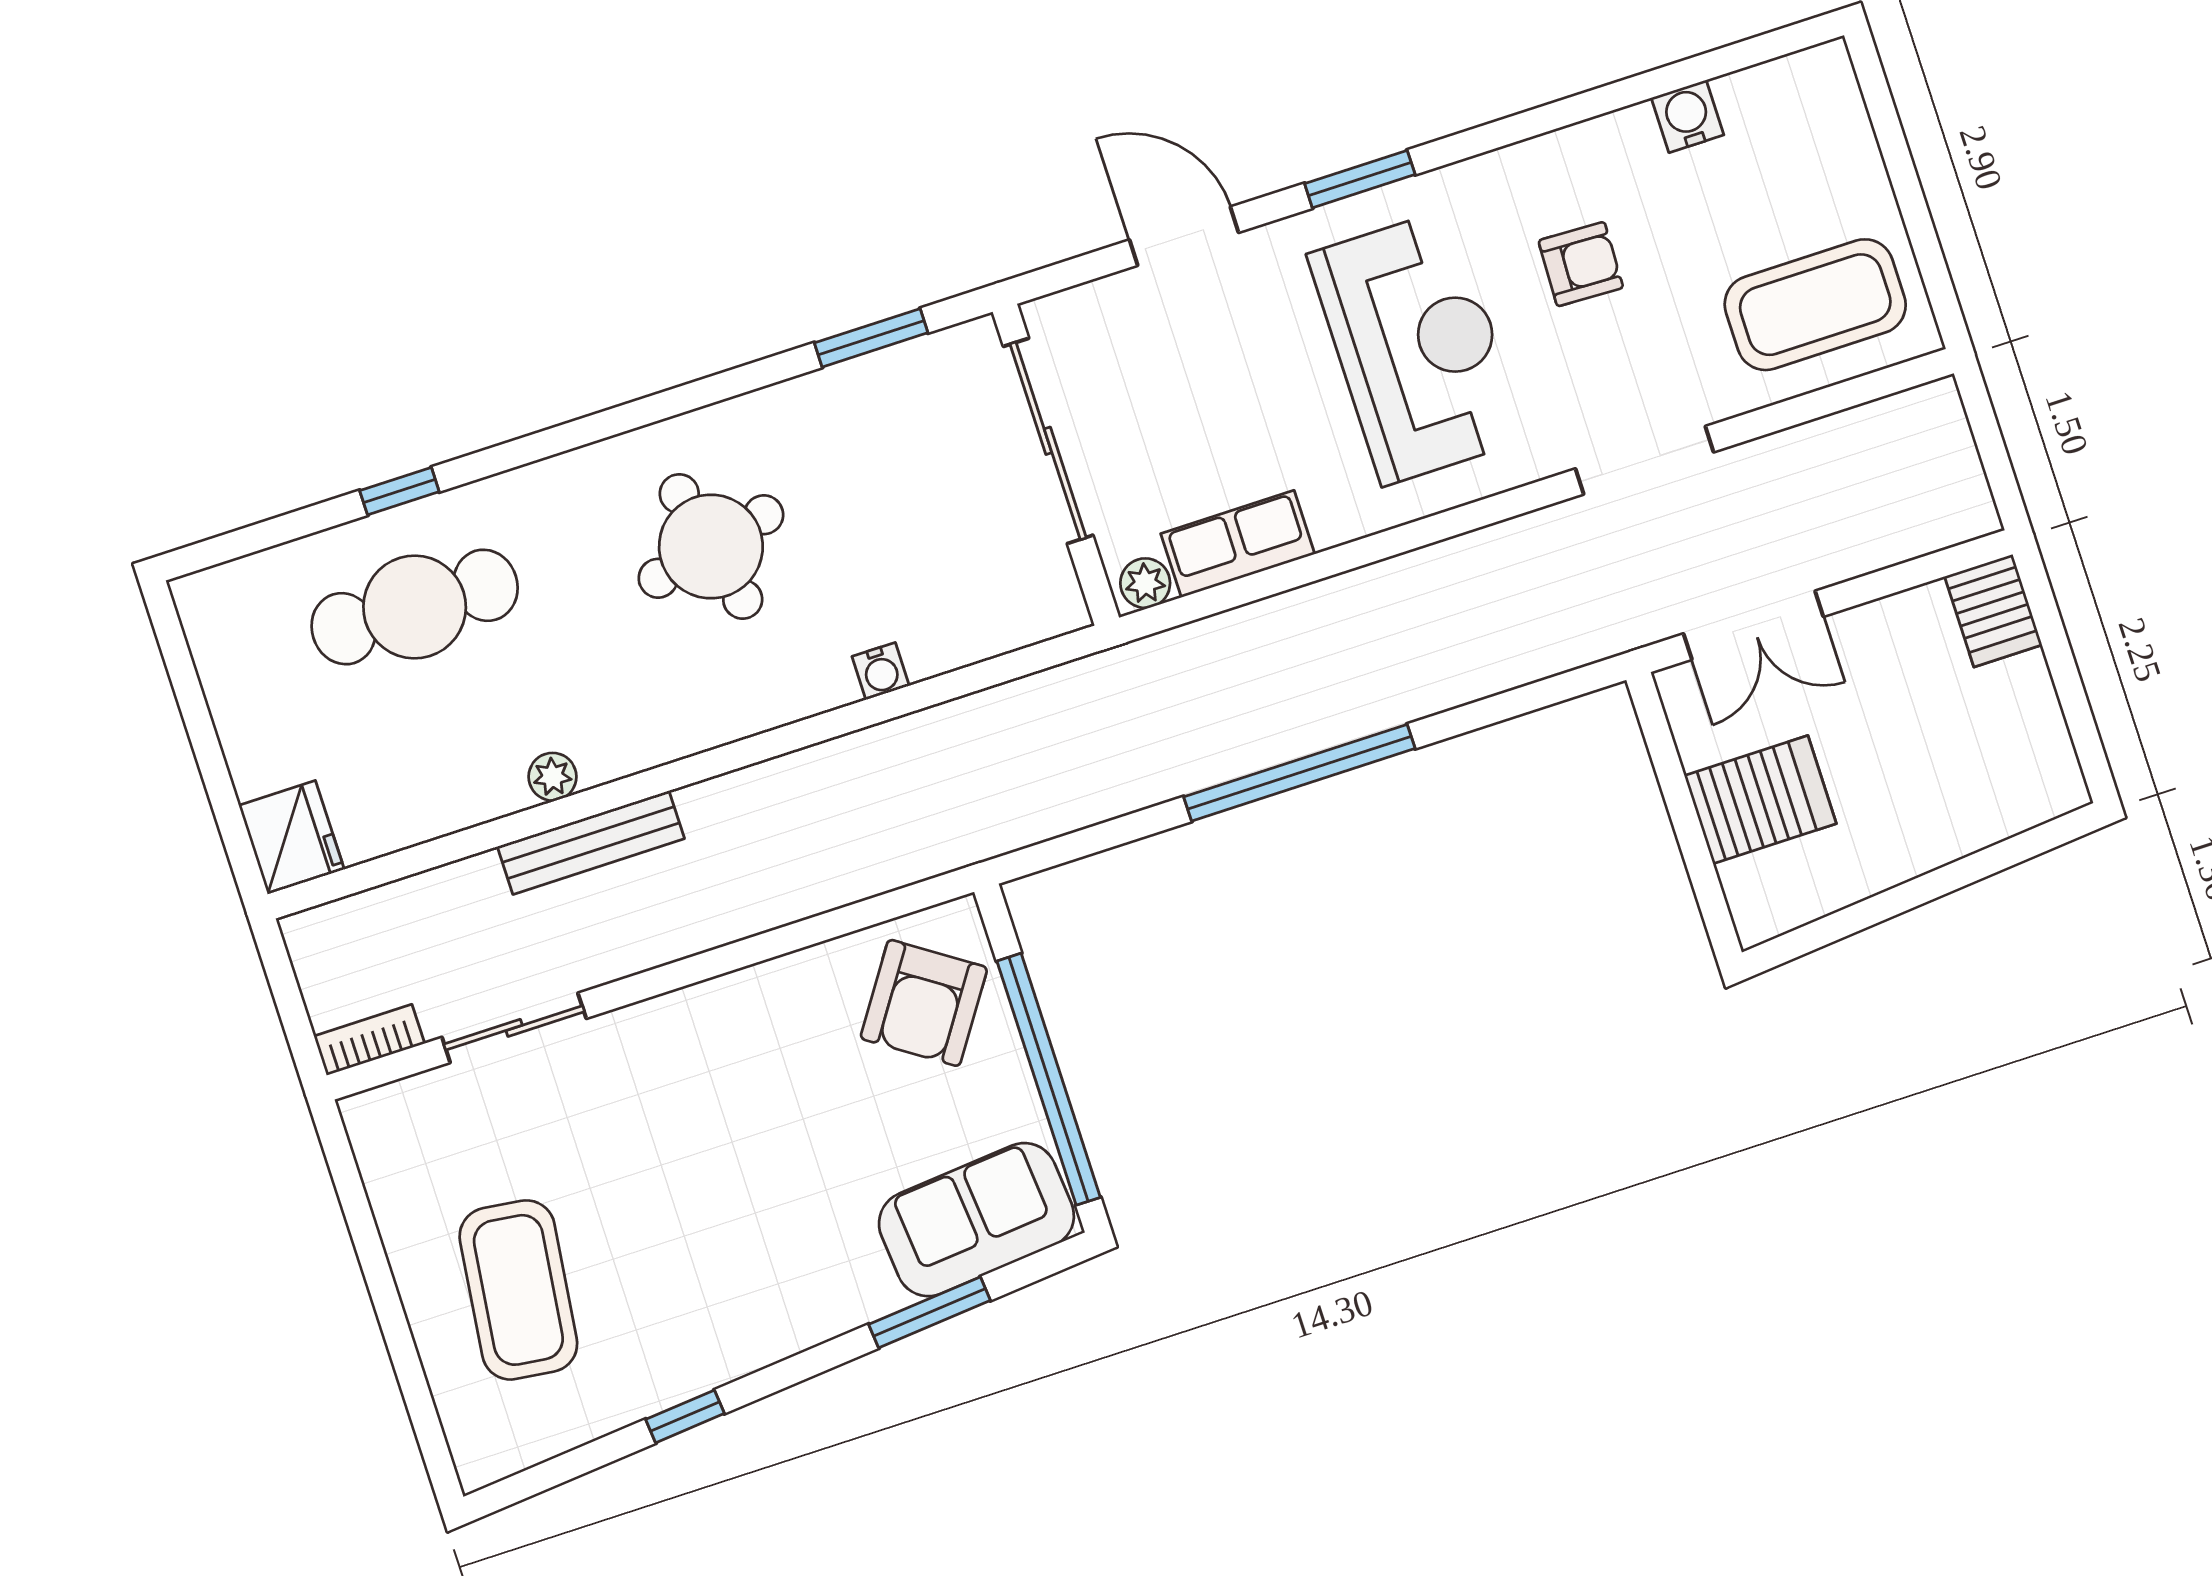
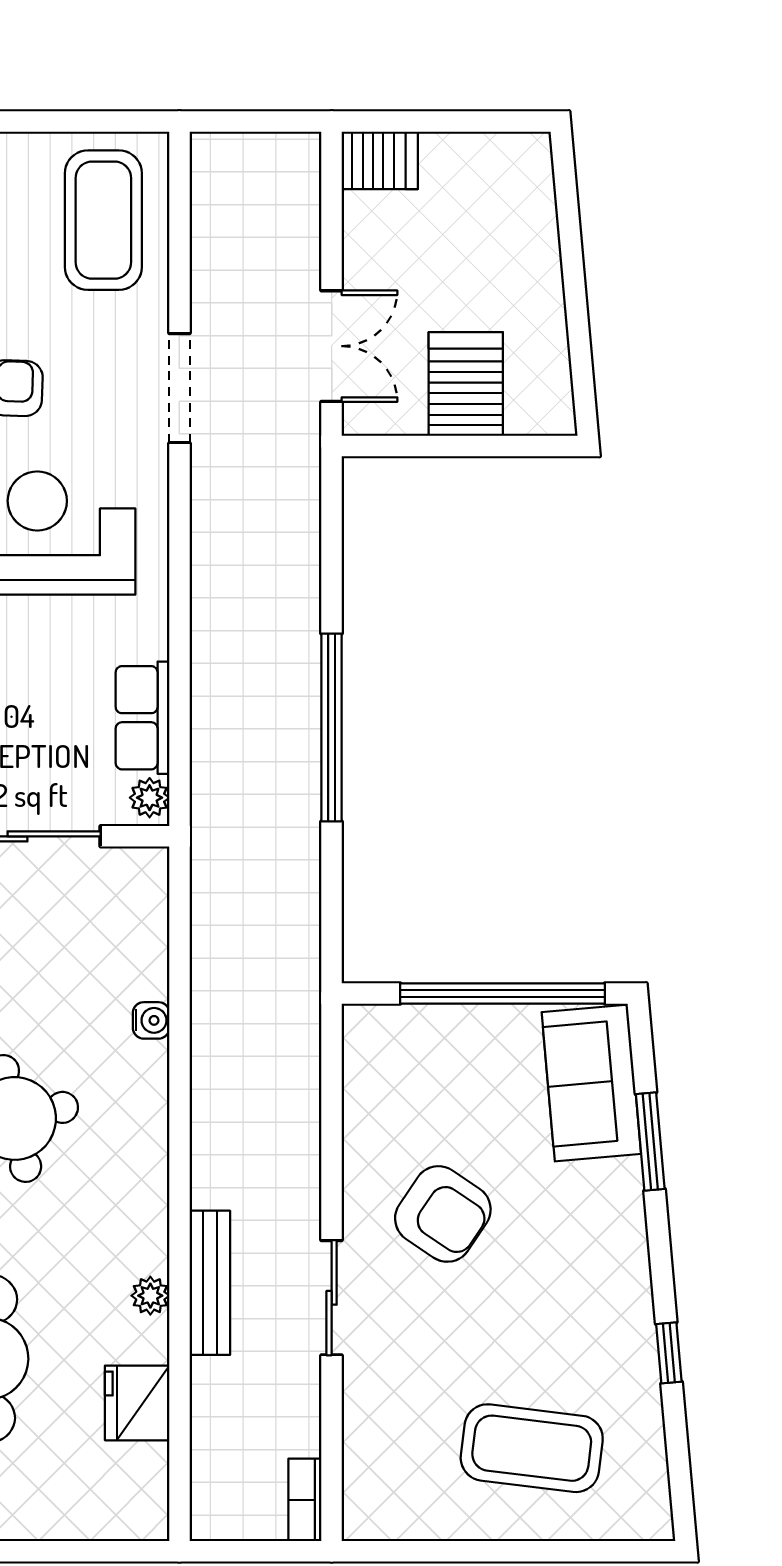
fridge: (291, 837) -> (137, 1403), moved, turned -90
armchair: (924, 1003) -> (443, 1214), moved
sliding door: (514, 1028) -> (332, 1298), moved

